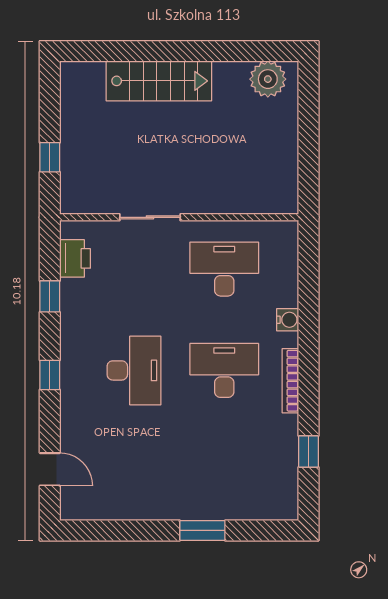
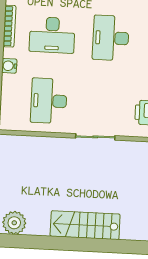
desk: (224, 269) -> (49, 101), turned 90

